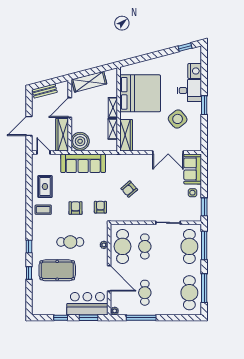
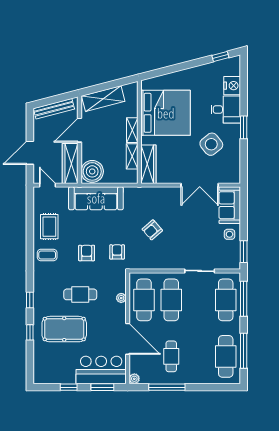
bench: (45, 91) -> (54, 109), width x1.36
cafe table: (145, 246) -> (171, 300), width x1.37, depth x1.35

